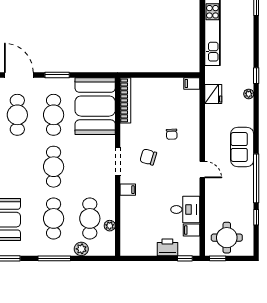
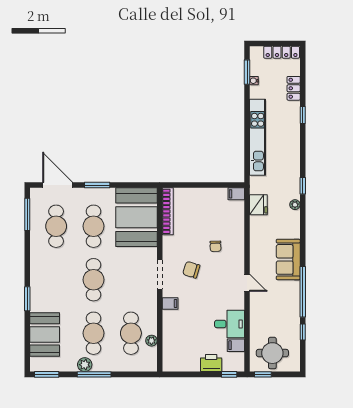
plant: (81, 249) -> (85, 365), moved

